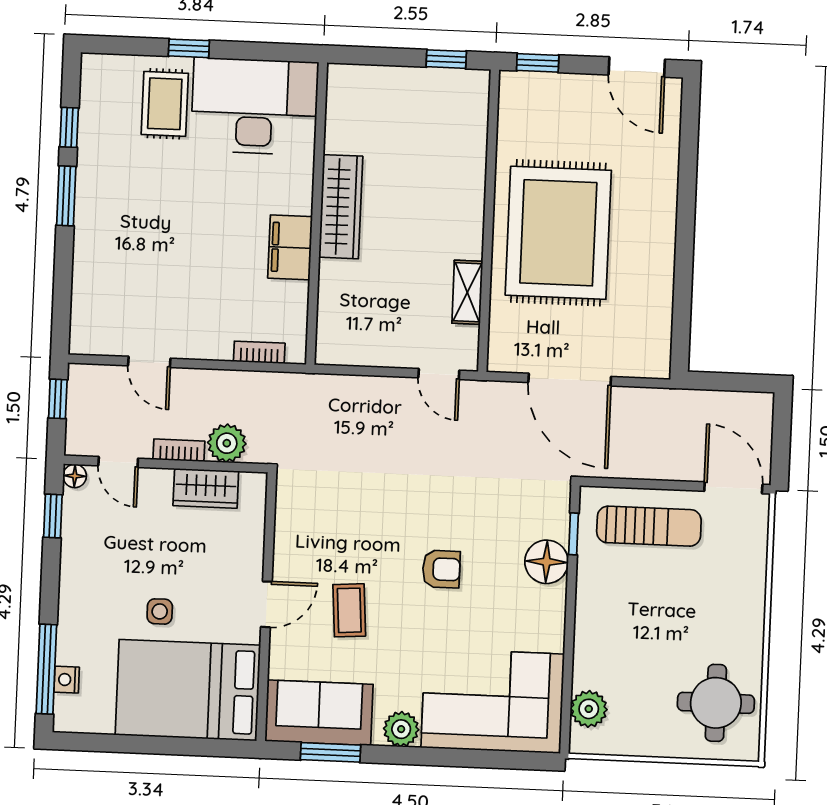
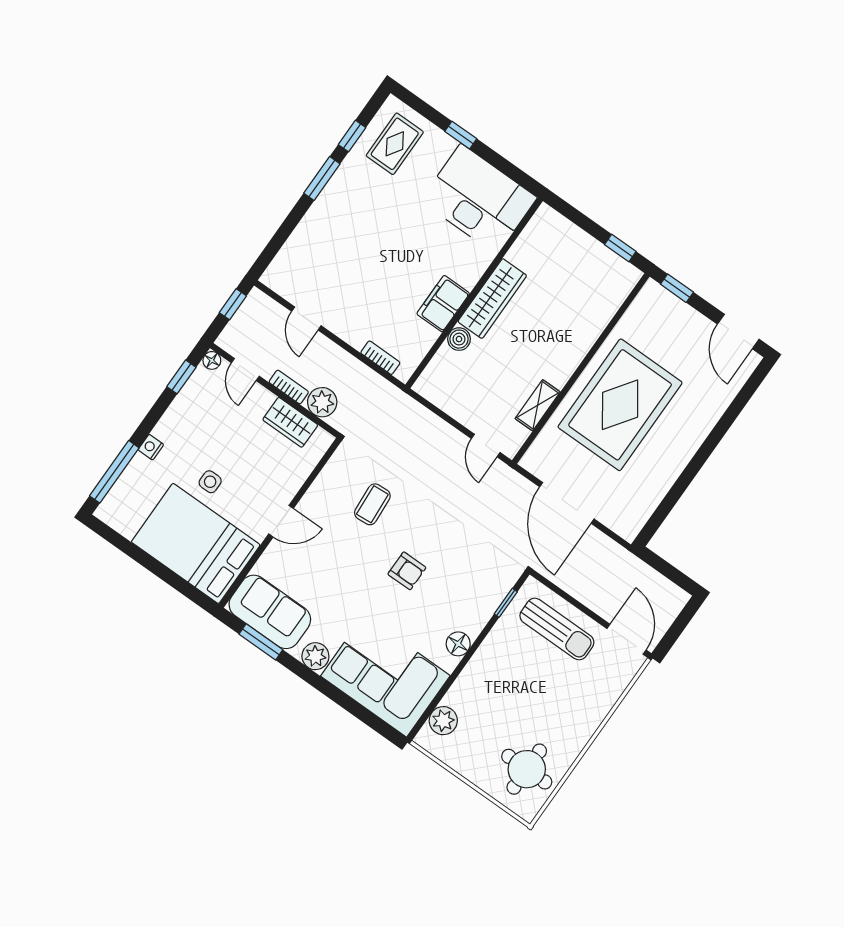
rug: (165, 104) -> (395, 144), moved
boiler: (333, 275) -> (459, 339), added
floor lamp: (547, 562) -> (458, 644), moved, width x0.73, depth x0.73
coffee table: (349, 610) -> (372, 504), moved
nightstand: (67, 680) -> (151, 447), moved

